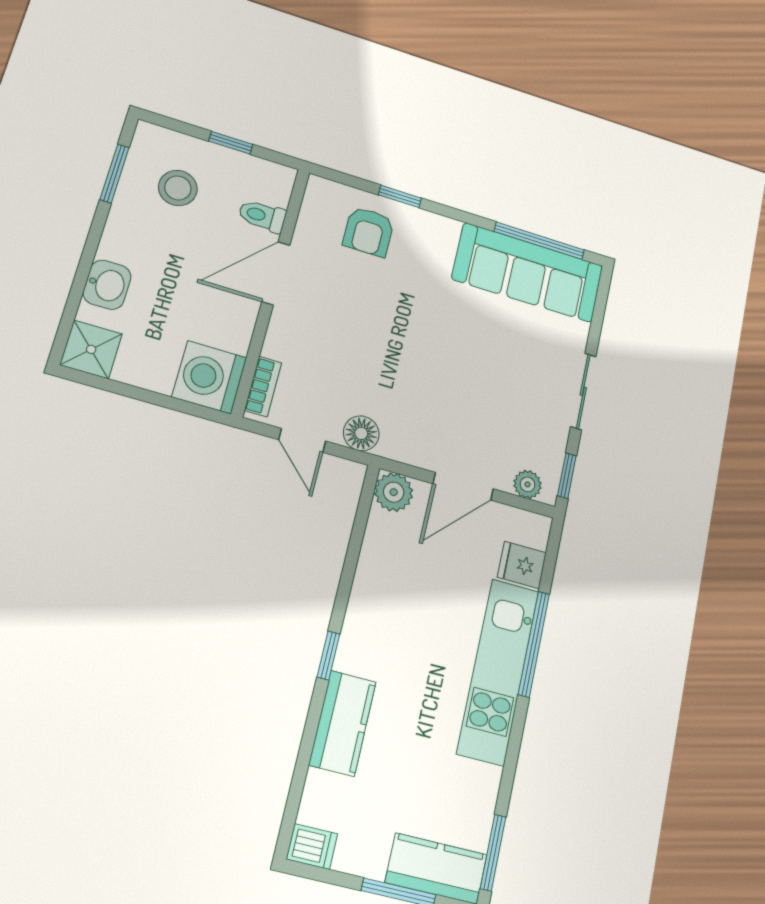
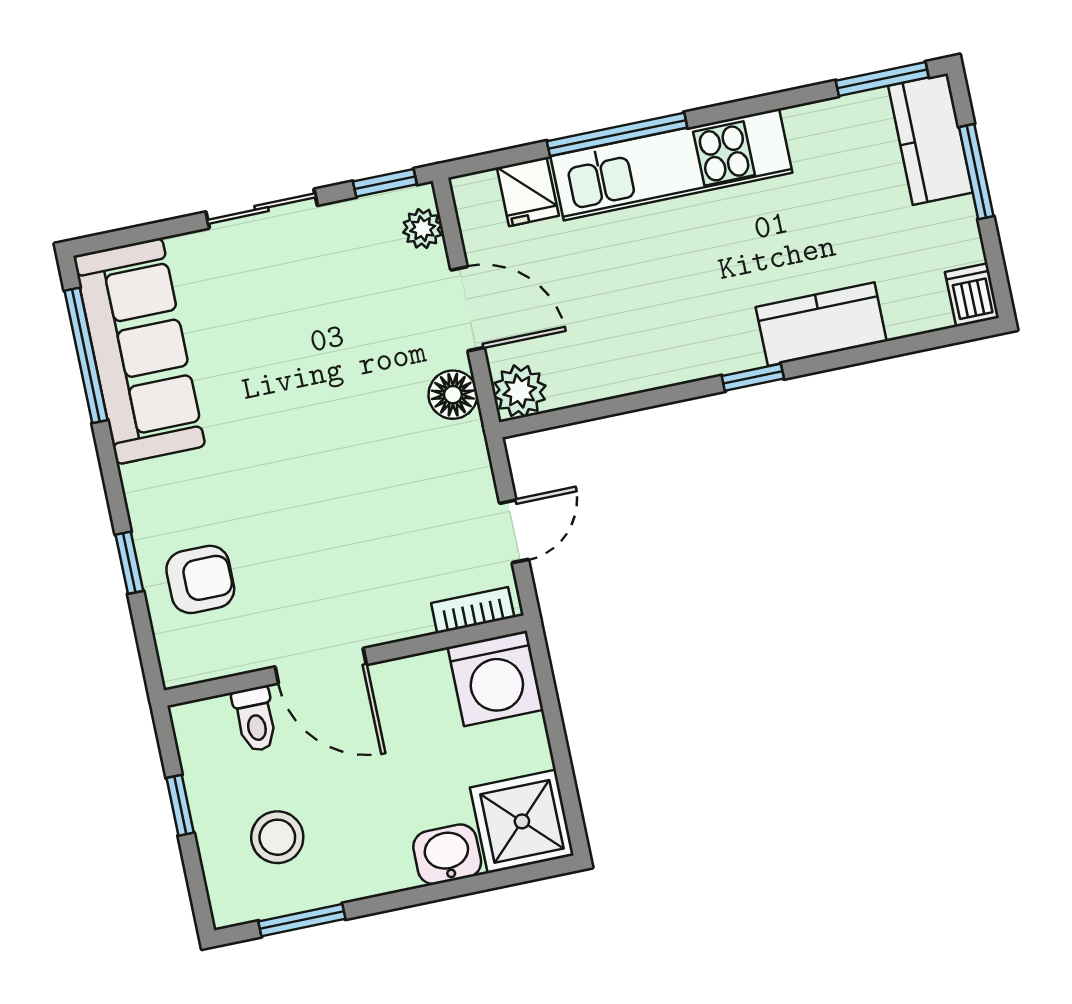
shower: (91, 349) -> (522, 821), width x1.36, depth x1.36
floor lamp: (361, 433) -> (453, 395), moved

